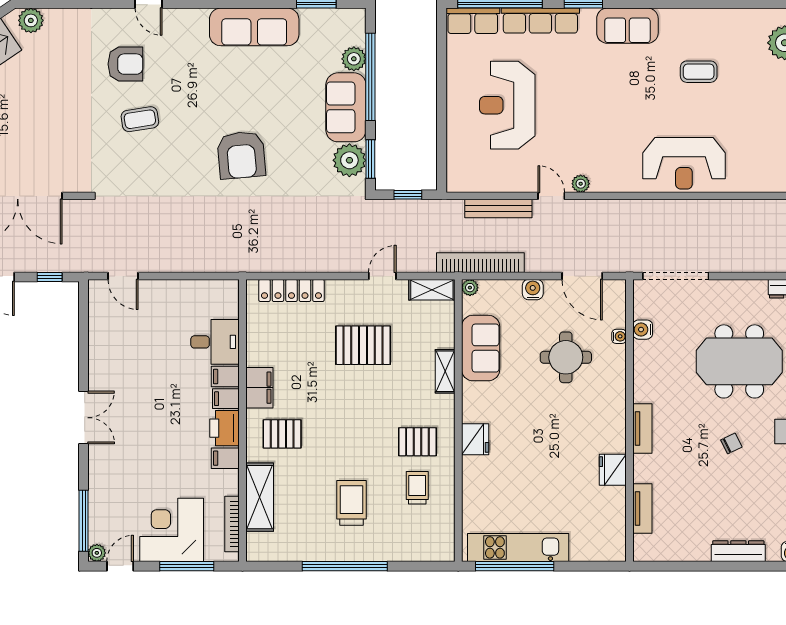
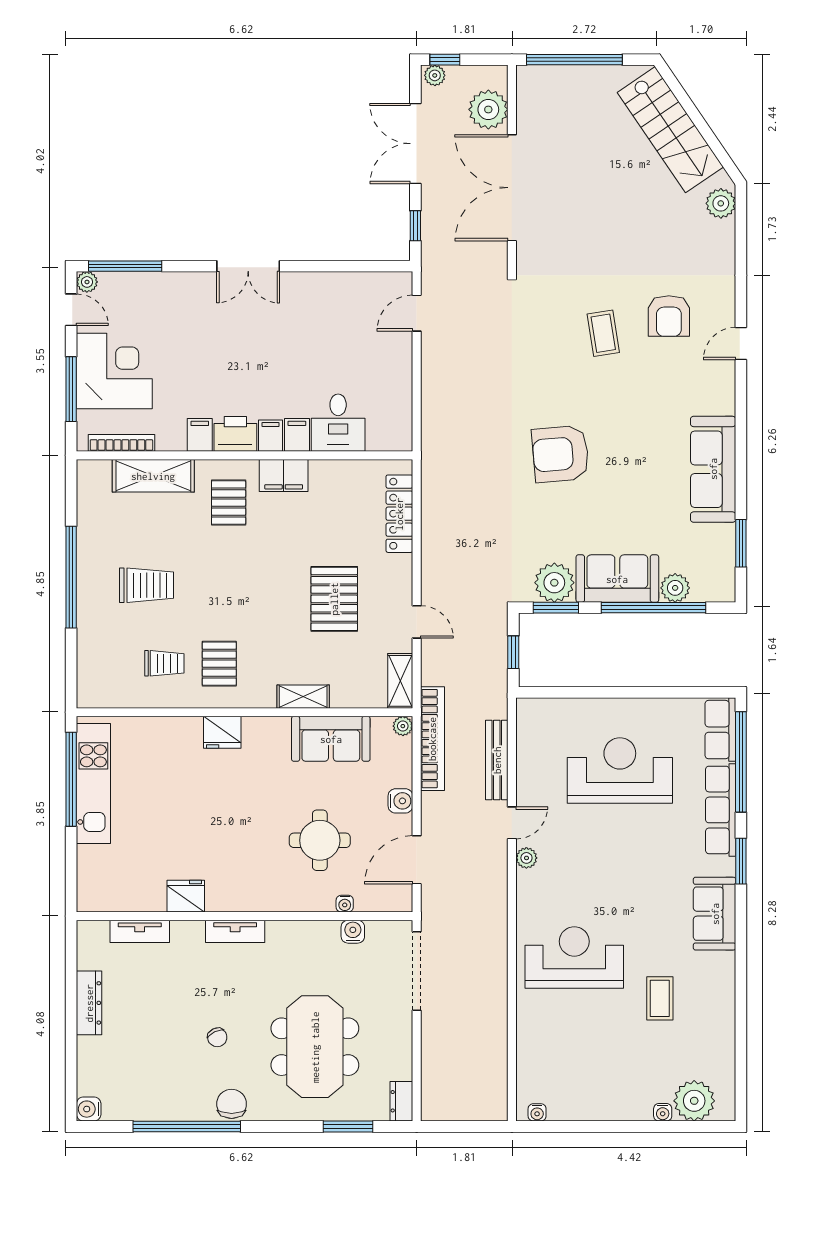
reception desk: (684, 163) -> (574, 957), moved, turned 90
dresser: (738, 551) -> (89, 1003), moved

